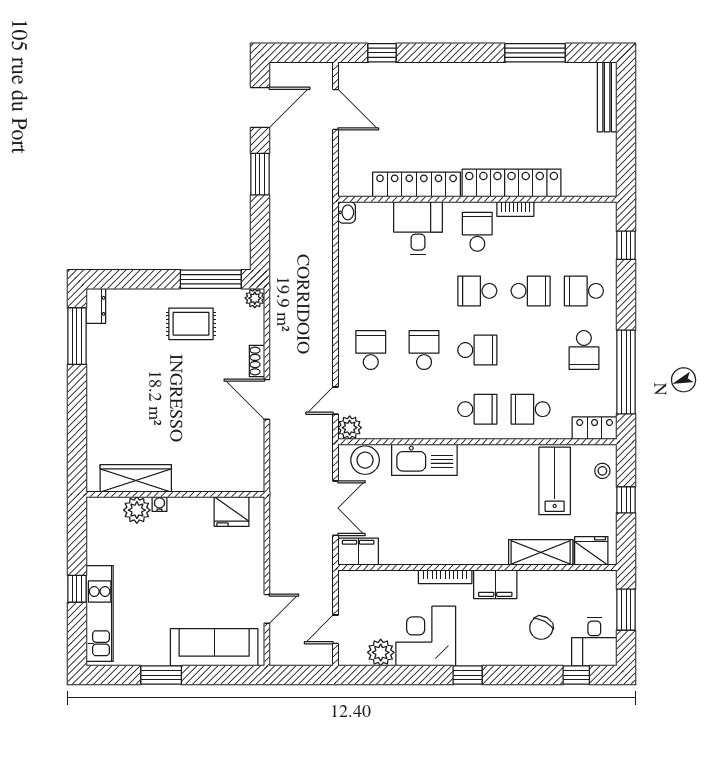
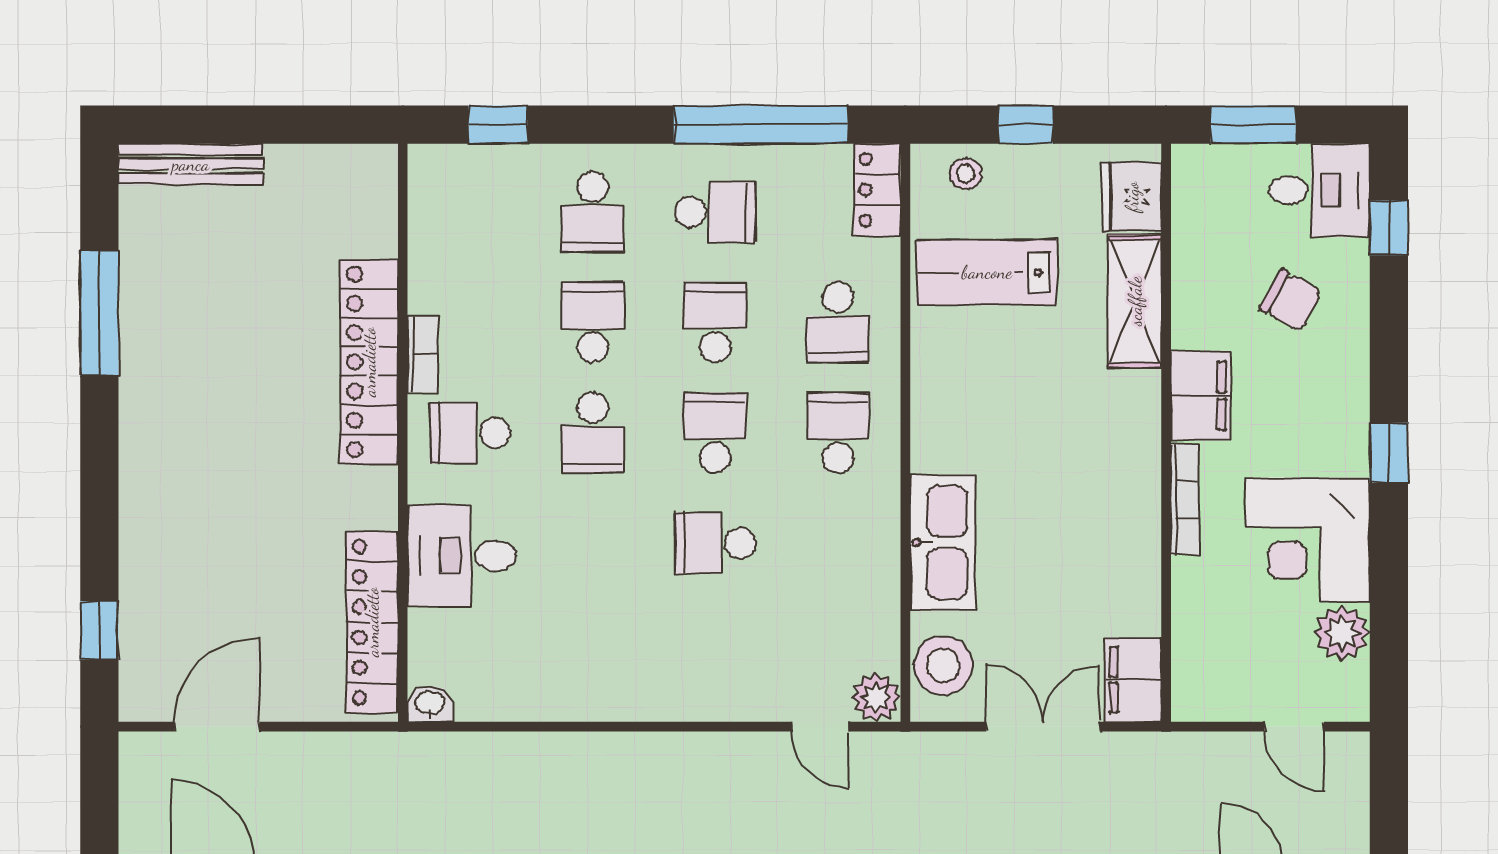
locker: (417, 185) -> (372, 622), moved
school desk: (371, 350) -> (715, 322), moved, turned 90

